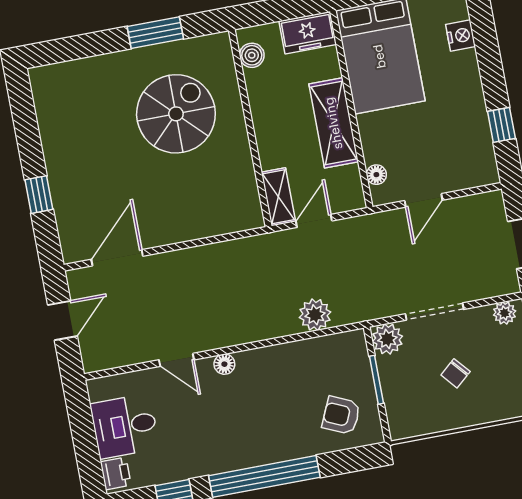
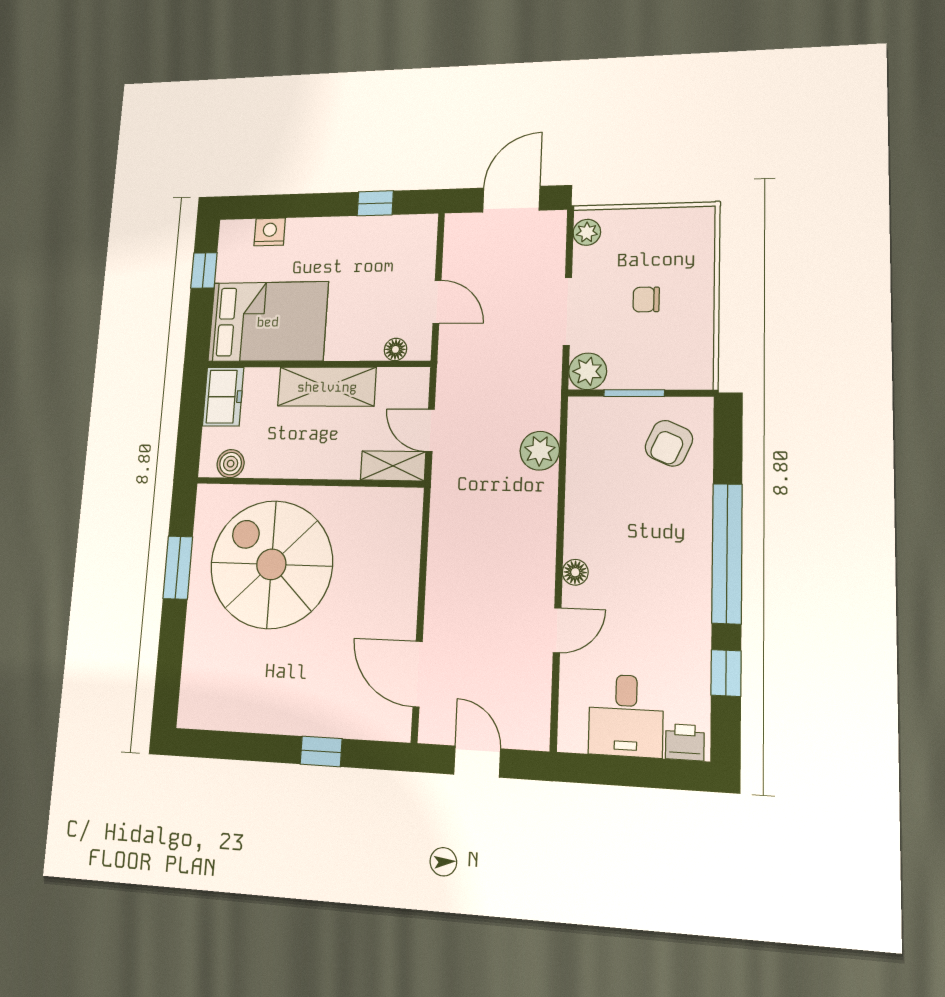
spiral stairs: (176, 114) -> (271, 564), width x1.37, depth x1.37
chair: (456, 373) -> (646, 299), turned 131

